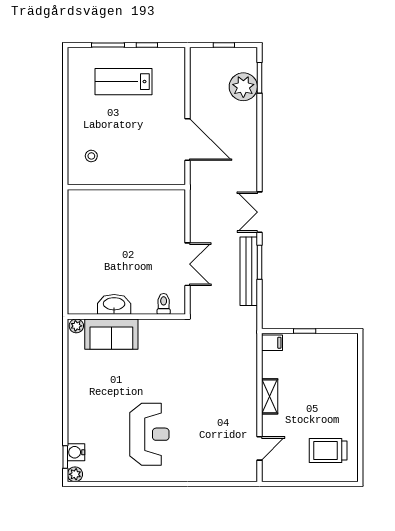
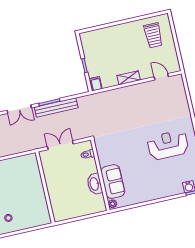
wall: (126, 187) -> (45, 187), moved

